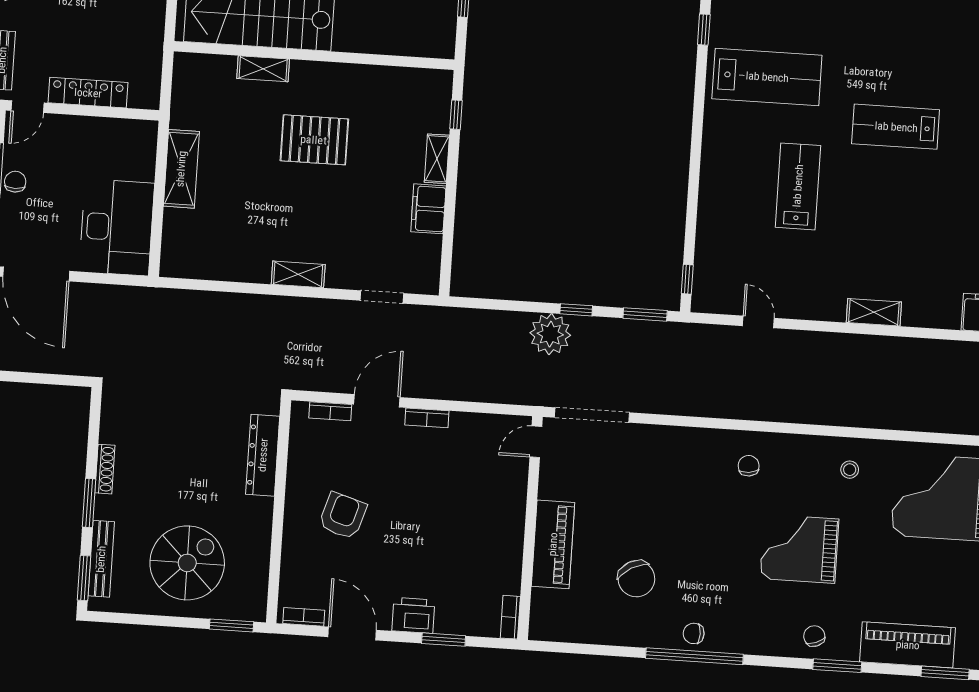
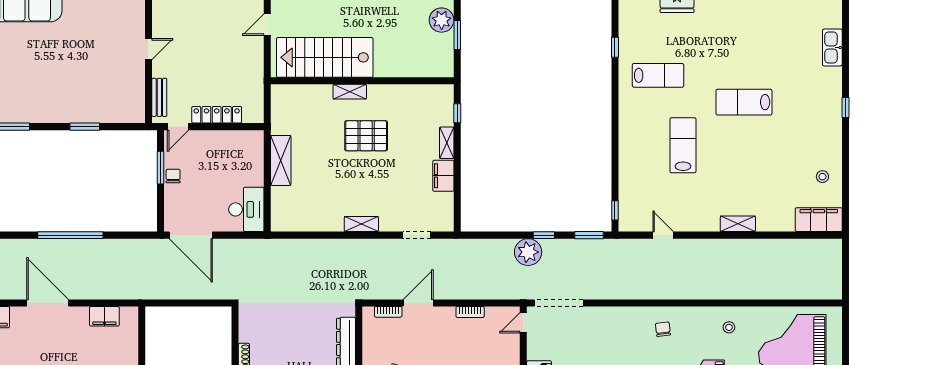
shelving: (263, 69) -> (350, 92), moved
lab bench: (767, 77) -> (658, 75), width x0.73, depth x0.72
desk: (117, 227) -> (246, 209), width x0.73, depth x0.77
bookcase: (427, 418) -> (470, 312), moved

